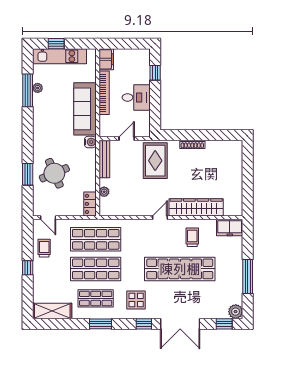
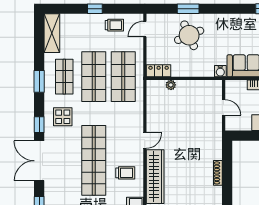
bench: (104, 159) -> (203, 85), removed
rug: (155, 161) -> (202, 136), removed
door: (160, 218) -> (145, 141), hinge flipped

